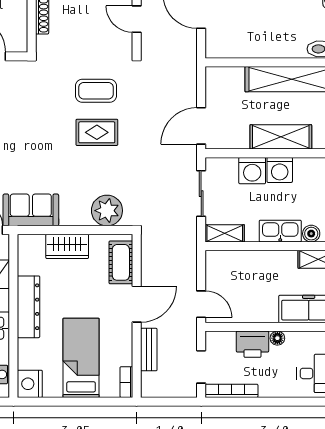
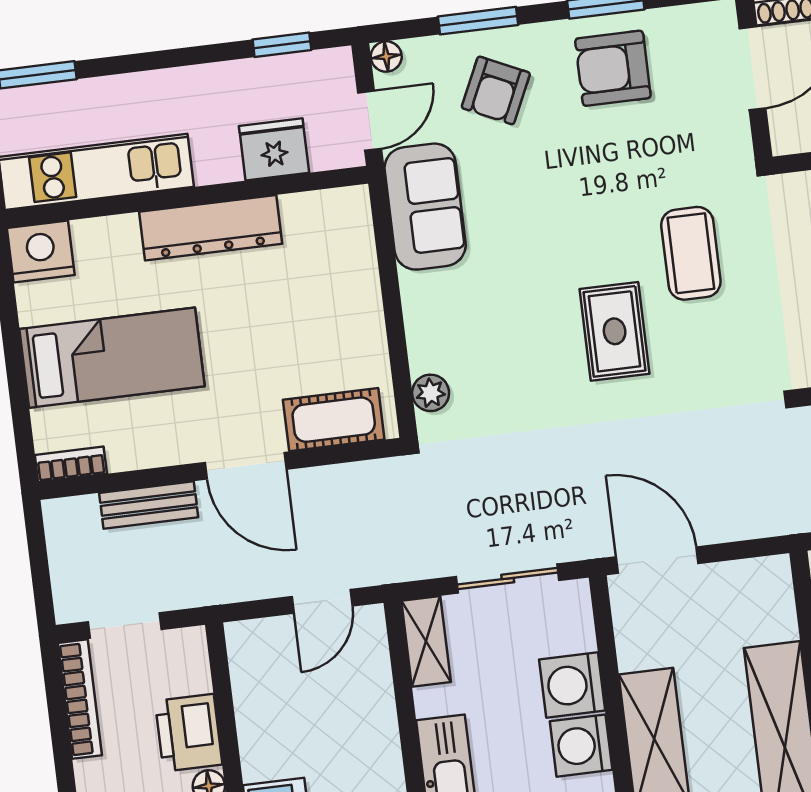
coffee table: (96, 91) -> (691, 253), moved
plant: (107, 211) -> (431, 393), width x0.53, depth x0.53
wardrobe: (67, 246) -> (355, 297), removed
door: (201, 304) -> (322, 601), moved

